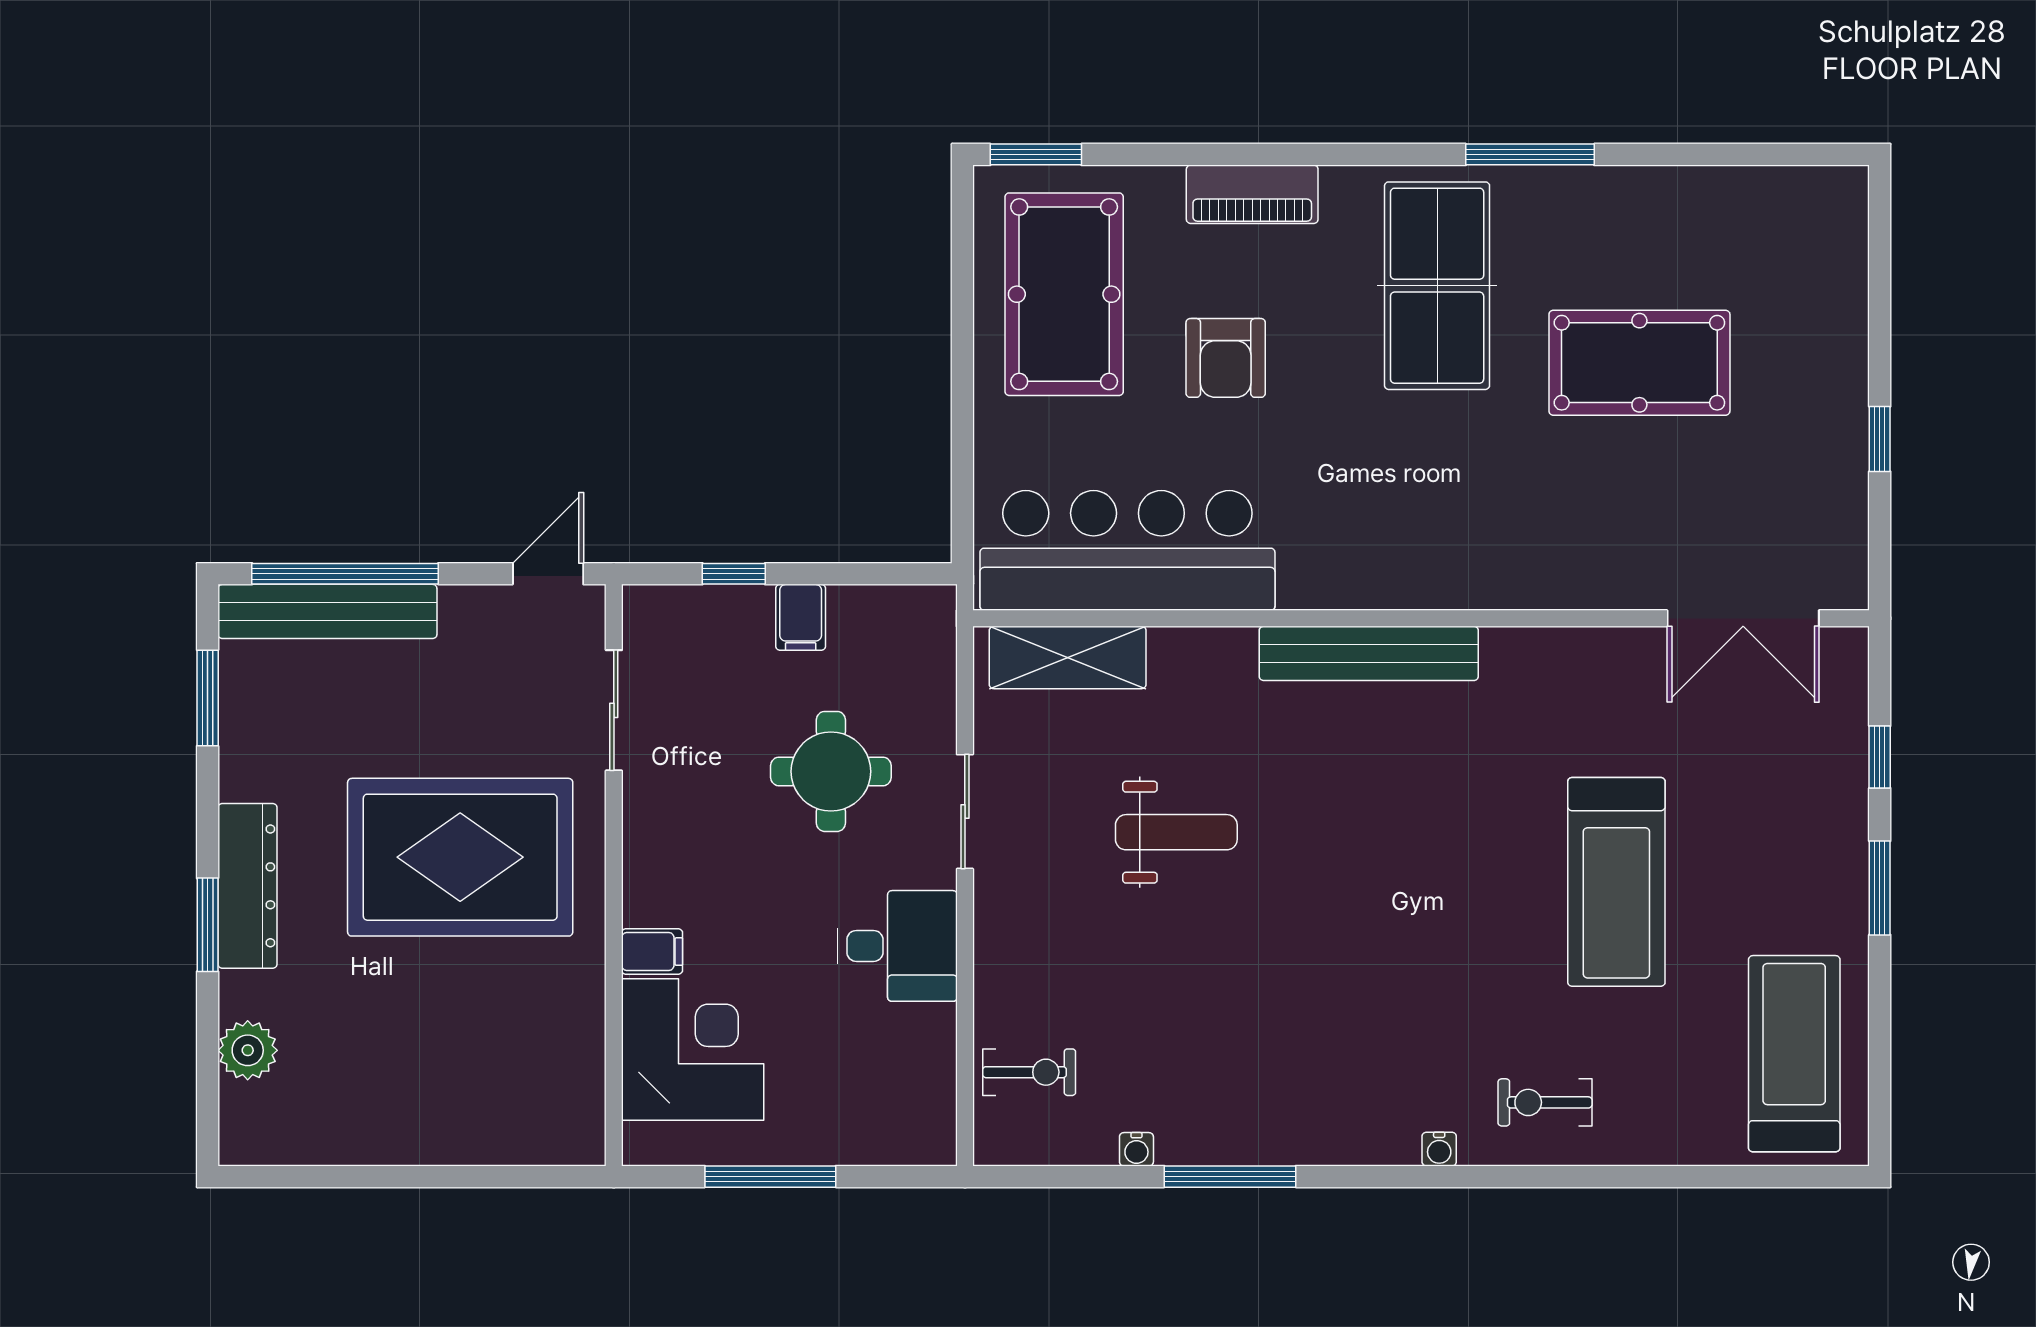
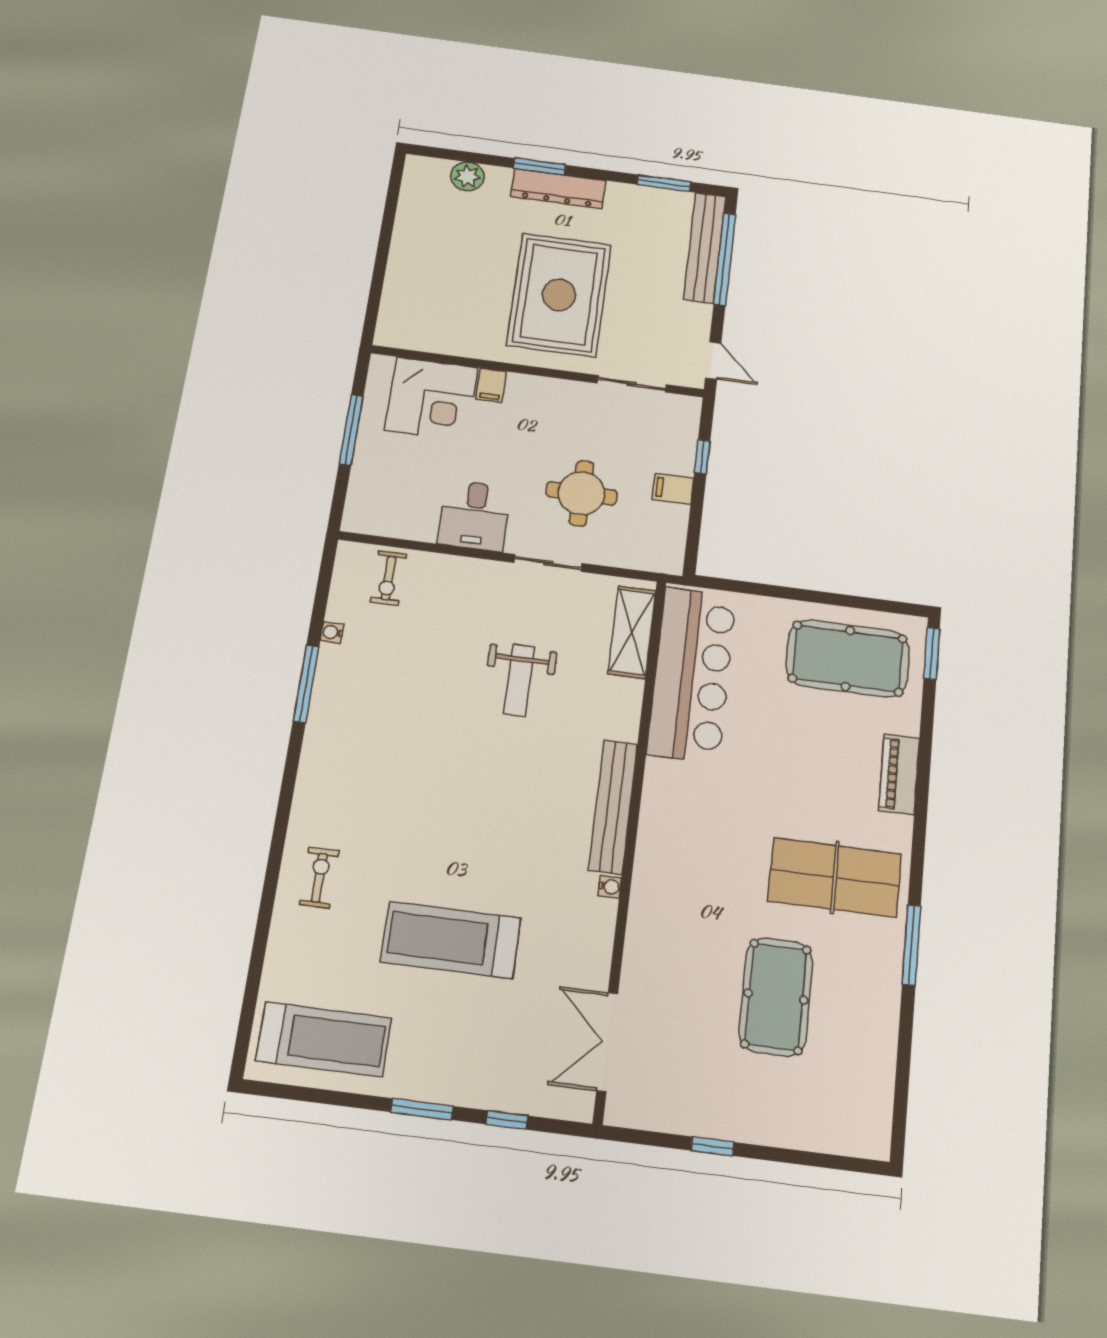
armchair: (1226, 358) -> (802, 746), removed
water cooler: (1439, 1149) -> (610, 887), moved, turned 180

